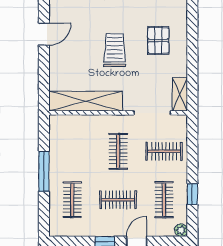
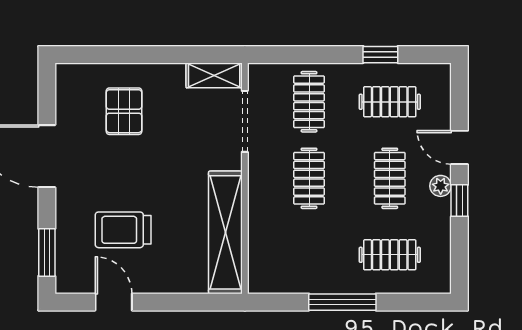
pallet: (158, 40) -> (124, 111), turned 90
trolley: (115, 50) -> (123, 230), moved
clothes rail: (118, 151) -> (309, 178), turned 90
plant: (181, 230) -> (441, 186), moved

